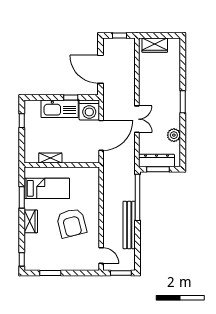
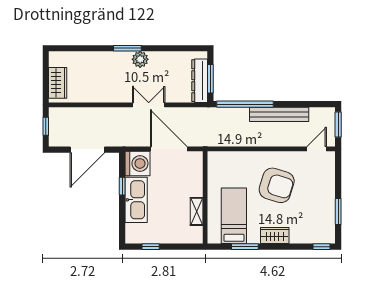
plant: (174, 135) -> (140, 59), moved
armchair: (72, 223) -> (277, 185), turned 31

